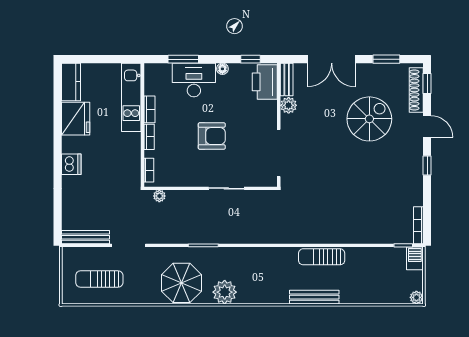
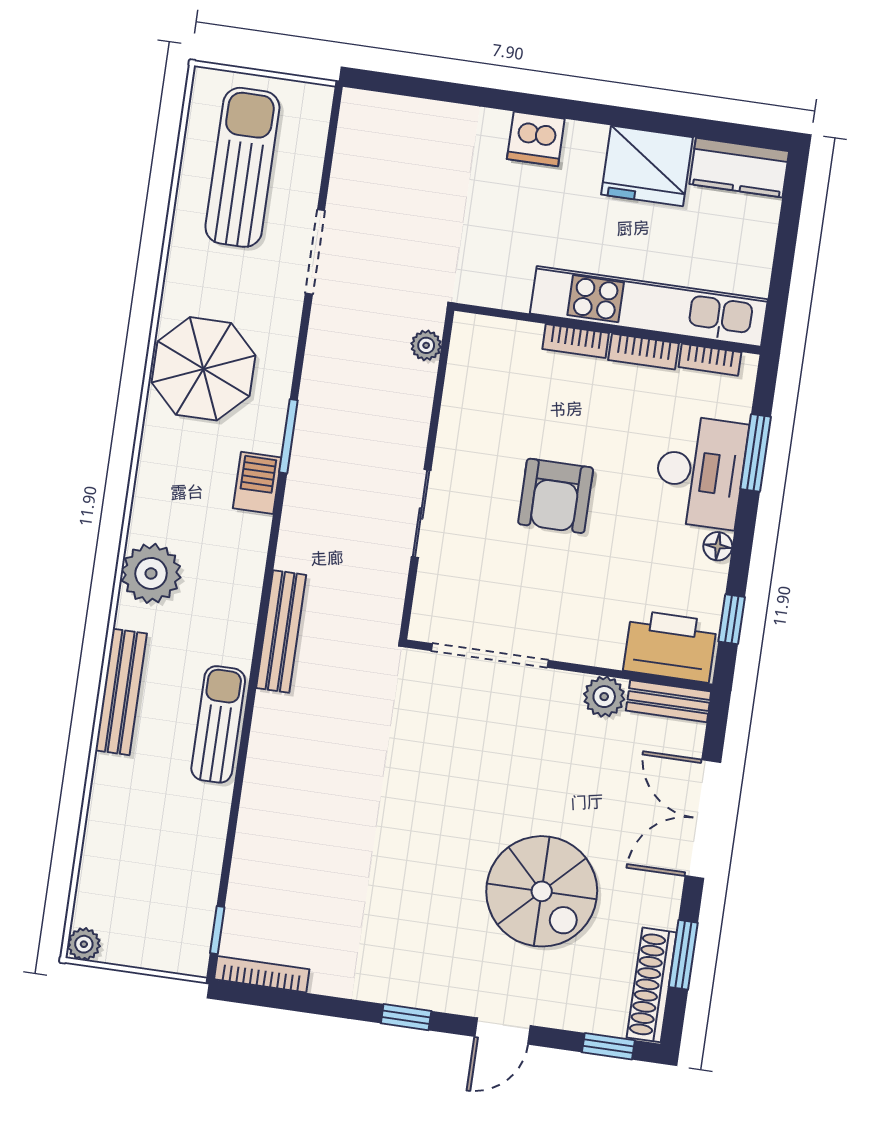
shoe rack: (416, 90) -> (652, 985), moved, turned -90
kitchen unit: (131, 97) -> (649, 306), width x1.36
bookcase: (149, 170) -> (710, 360), moved
bench: (86, 237) -> (281, 631), moved
barbecue: (415, 258) -> (257, 483), moved, turned -90
sun lounger: (99, 279) -> (242, 167), width x1.36, depth x1.34
plant: (225, 292) -> (151, 573), moved

